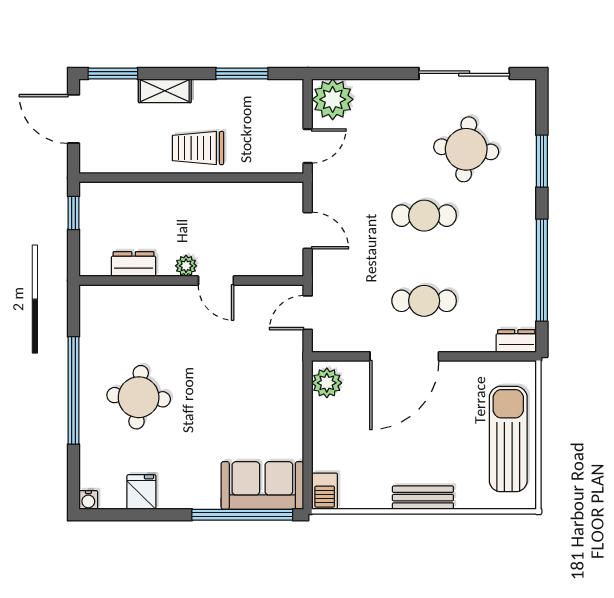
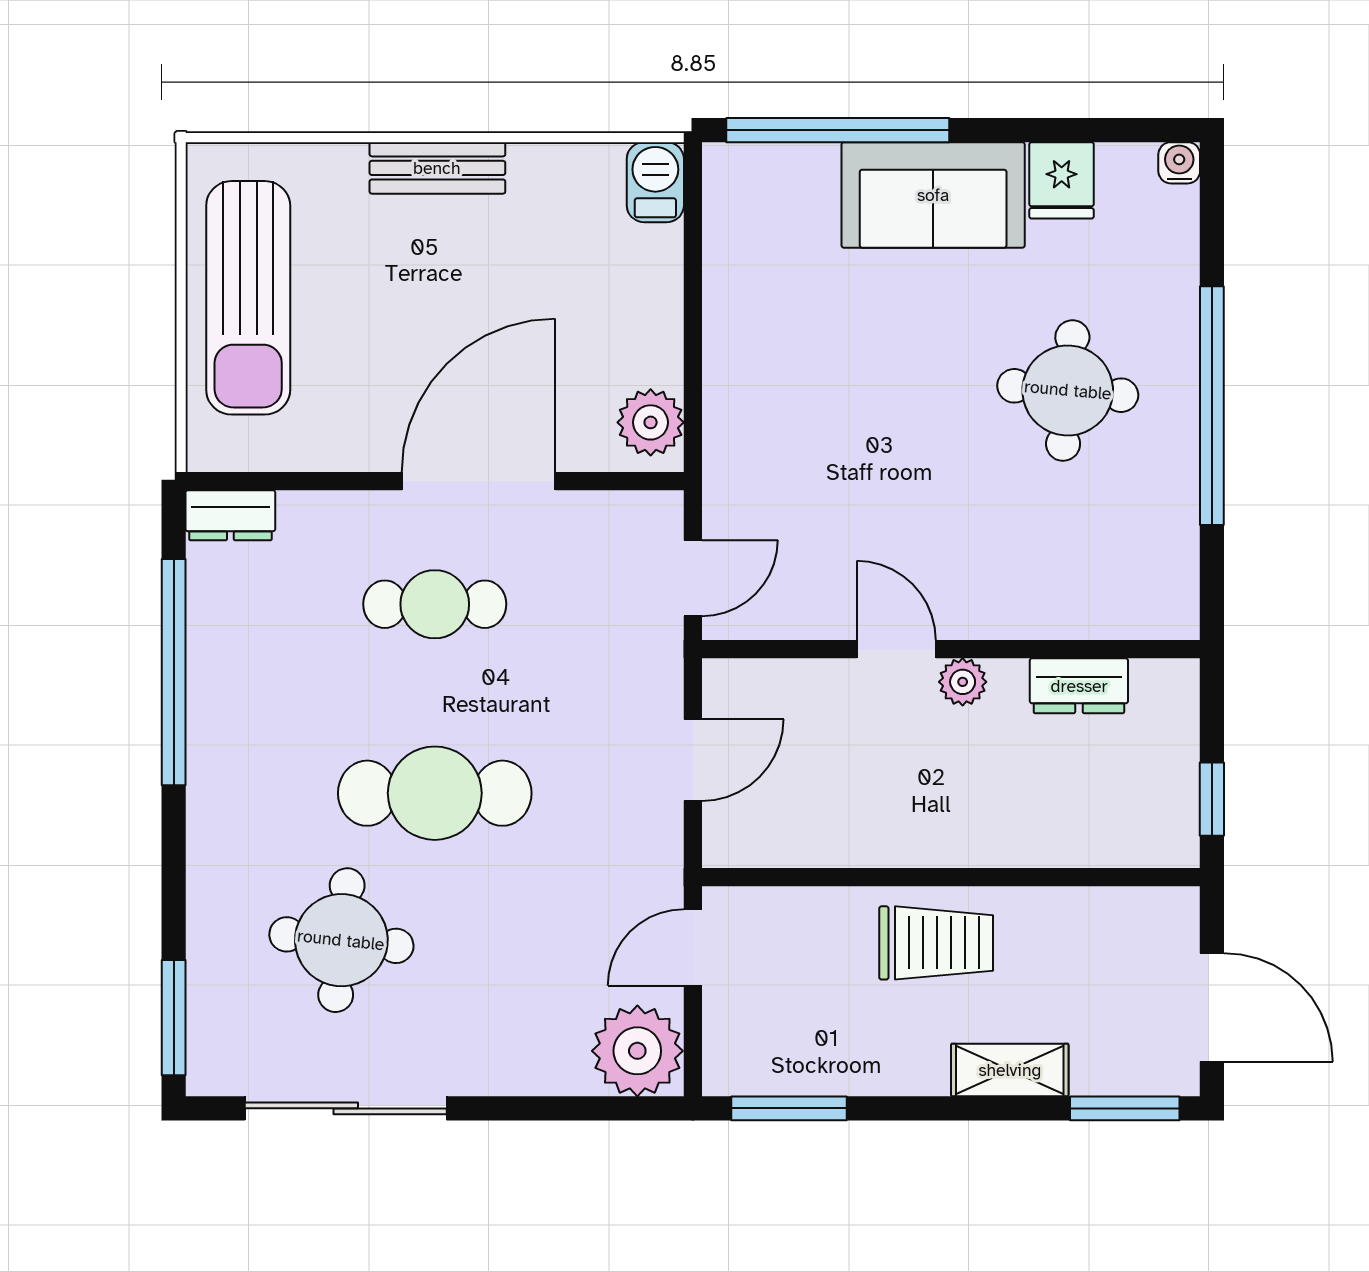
window: (242, 73) -> (789, 1108), moved
window: (542, 161) -> (174, 1018), moved
cafe table: (424, 216) -> (435, 793), width x1.37, depth x1.35
door: (308, 231) -> (693, 760), swing flipped
sofa: (262, 485) -> (933, 195), moved

